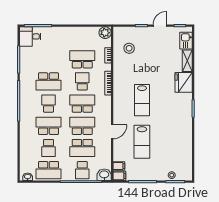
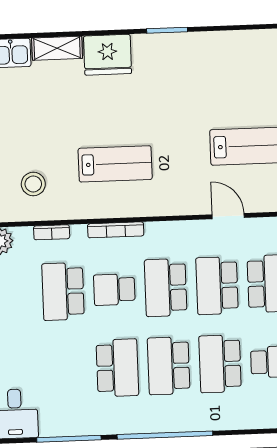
lab bench: (142, 100) -> (115, 164), moved
school desk: (48, 104) -> (169, 366), width x1.85

